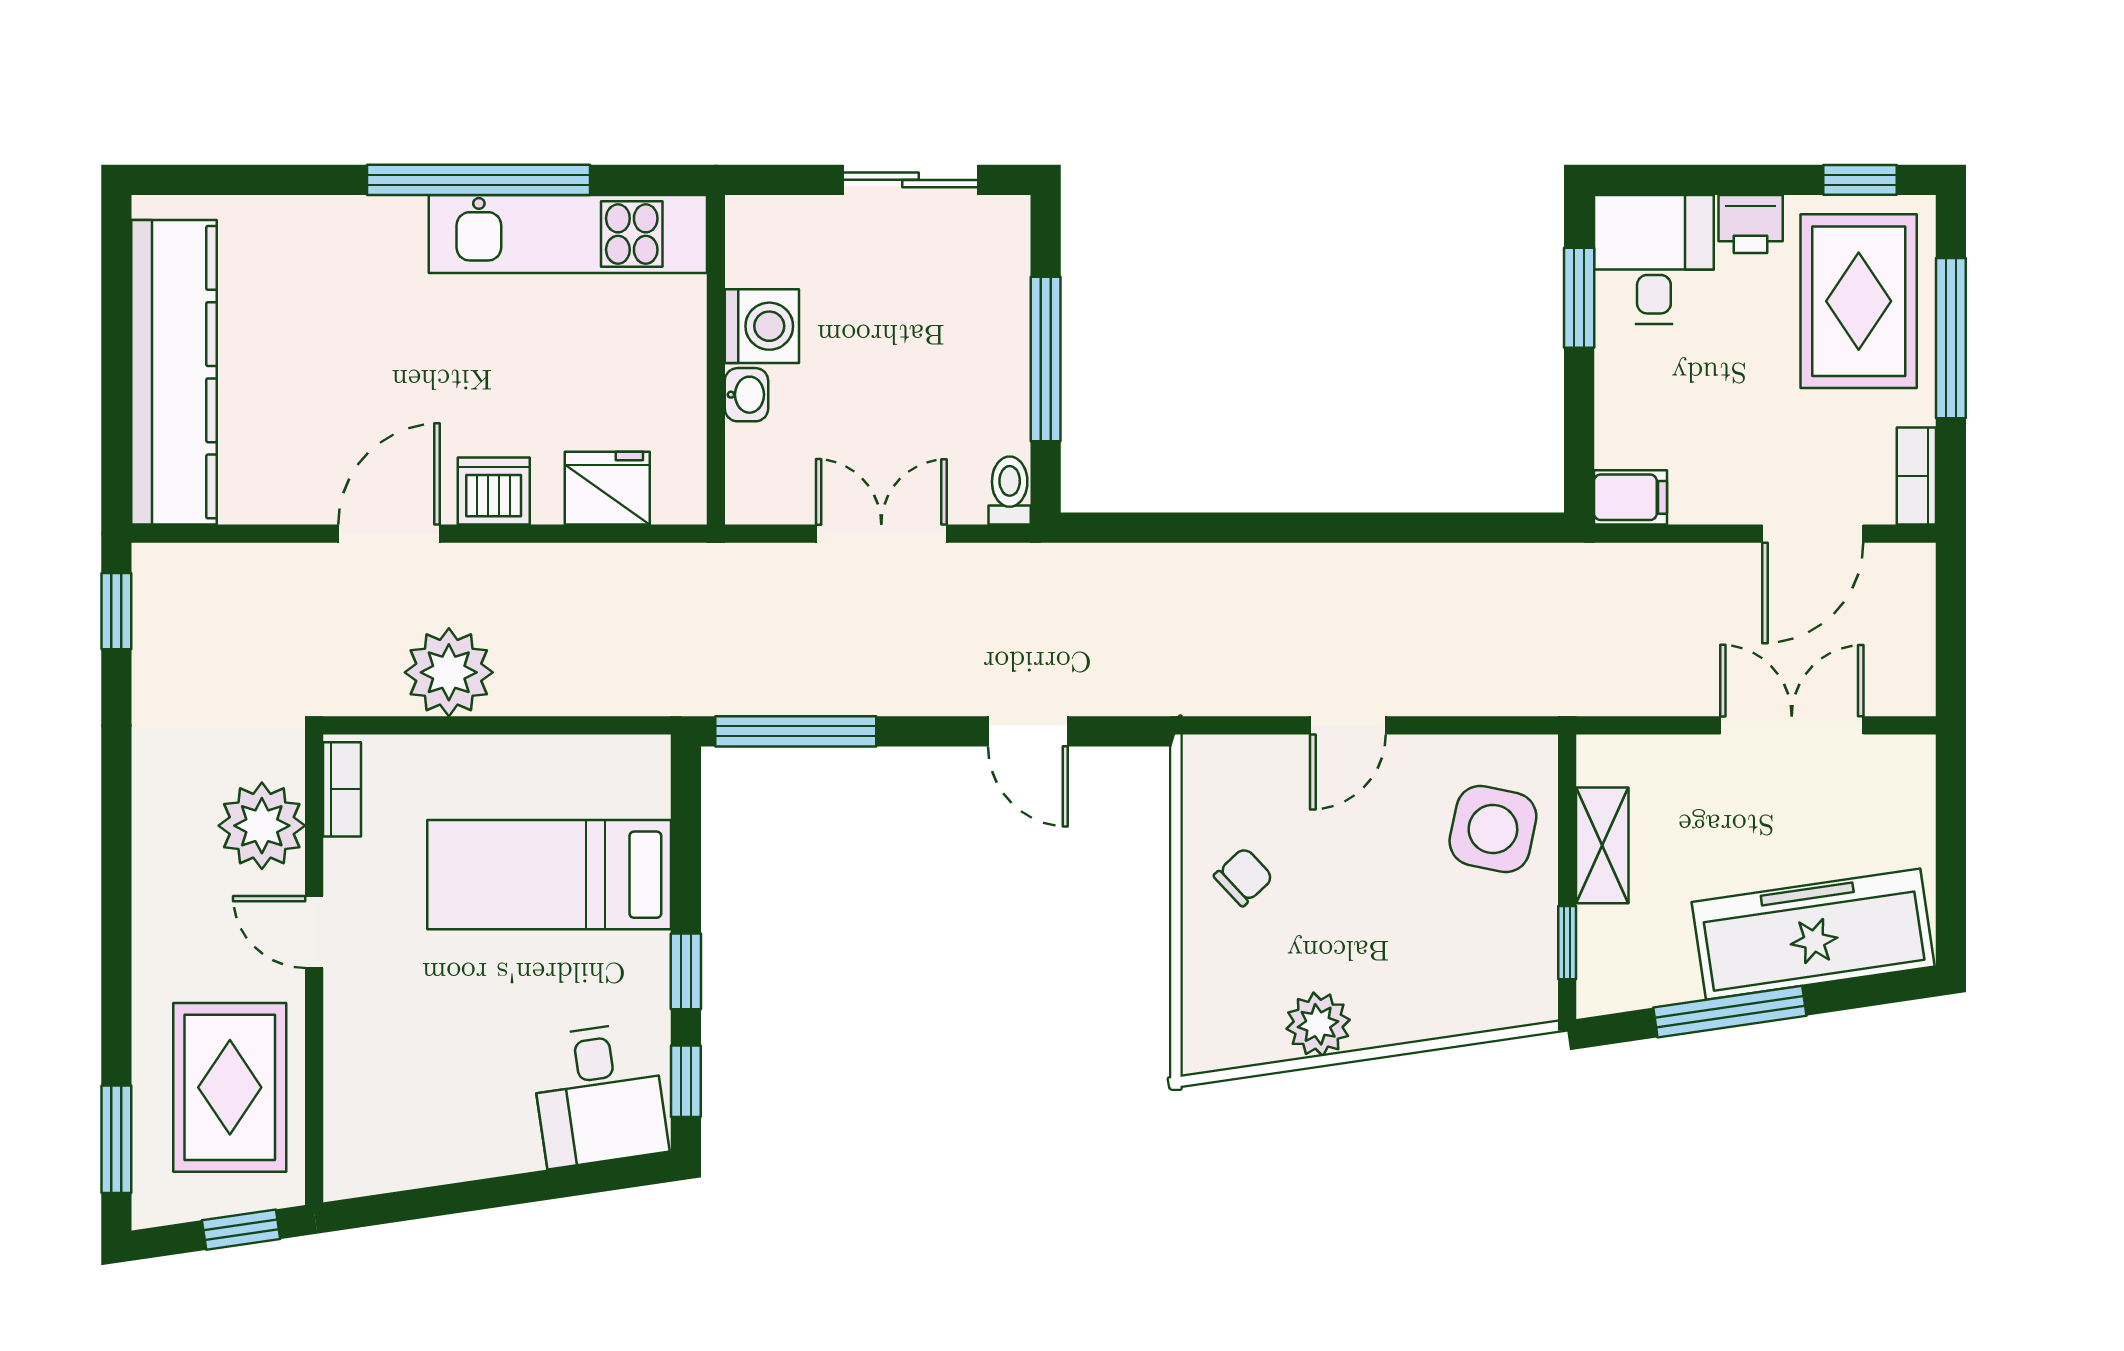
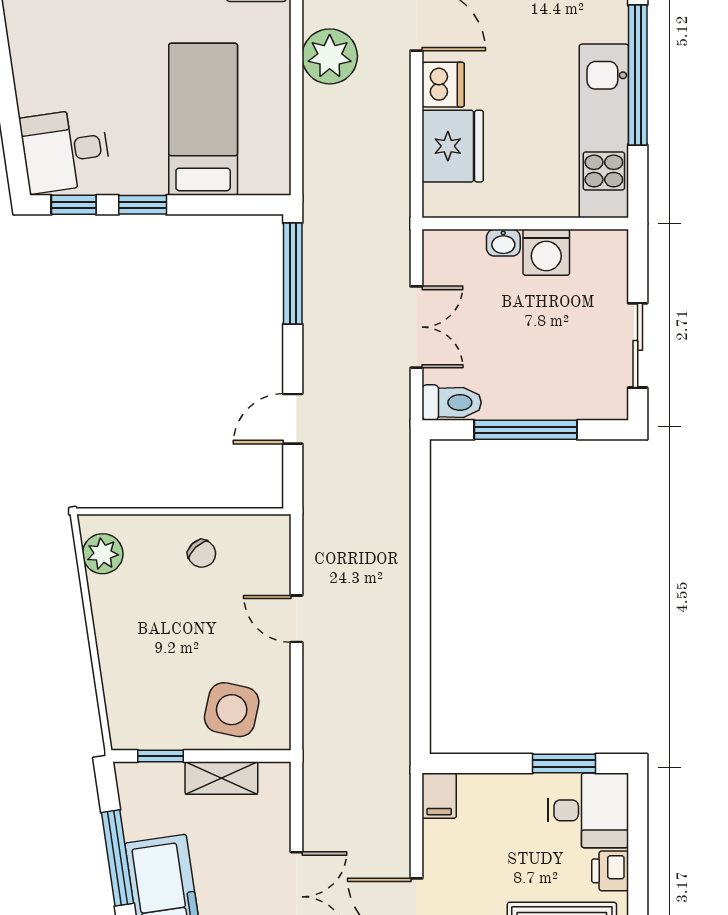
fridge: (607, 488) -> (453, 146), width x1.36, depth x1.34
toilet: (1010, 490) -> (452, 402), width x1.37, depth x1.39
plant: (1318, 1024) -> (103, 554), moved

